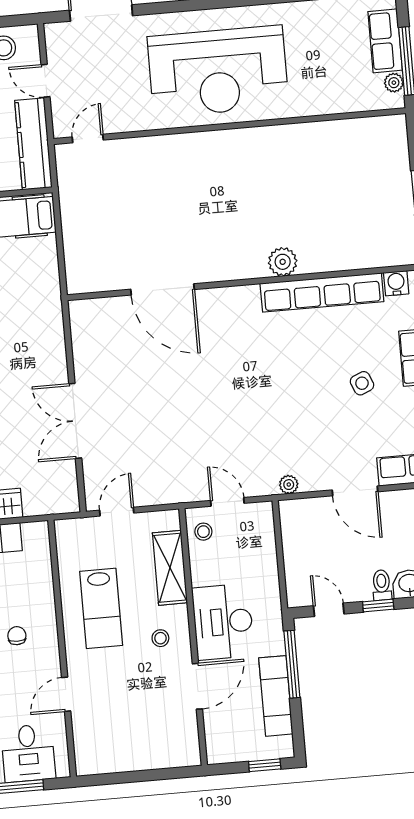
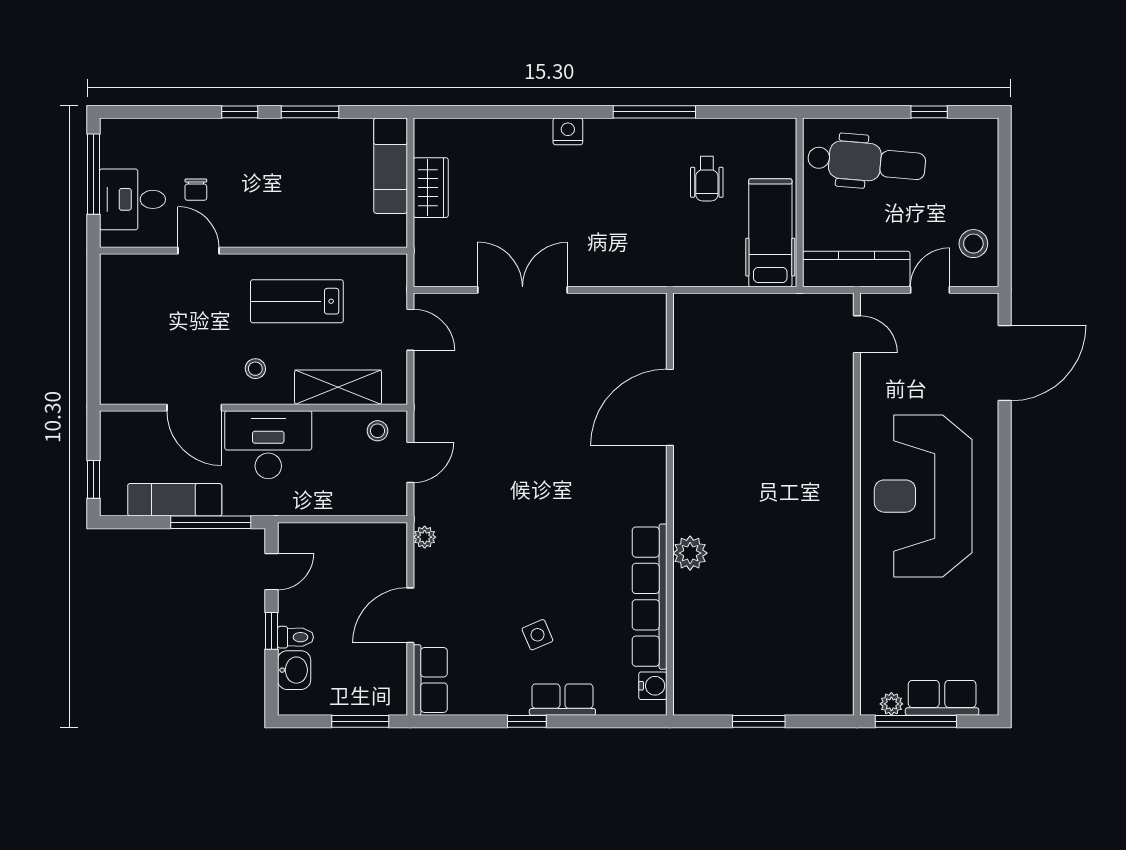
chair: (17, 636) -> (196, 190), moved, turned 90

